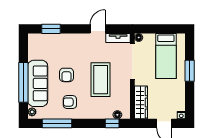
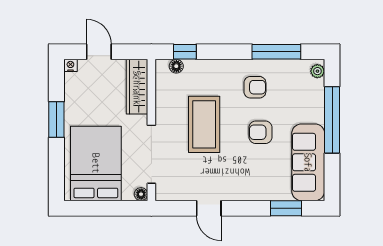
door: (98, 29) -> (209, 208), hinge flipped
tv unit: (118, 38) -> (175, 193), removed
bed: (166, 56) -> (96, 163), width x1.50
window: (190, 71) -> (56, 119), moved
armchair: (67, 75) -> (260, 132), turned -90
sofa: (38, 83) -> (308, 162), moved

